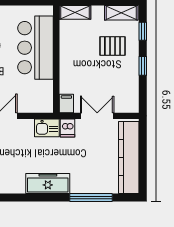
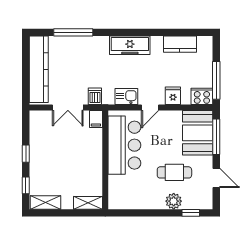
pallet: (112, 46) -> (54, 172), removed
bar counter: (36, 48) -> (124, 145), moved
kitchen sink: (47, 128) -> (126, 97), moved
freezer: (48, 184) -> (130, 45), moved

